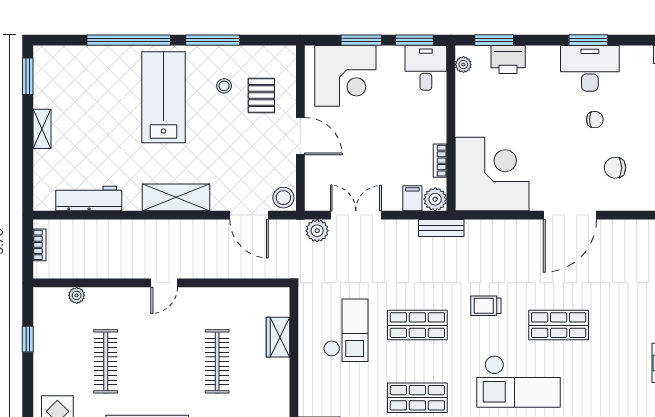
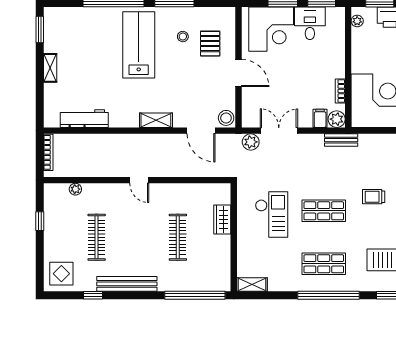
desk: (426, 68) -> (310, 23), moved
shelving: (176, 197) -> (156, 120), width x0.67, depth x0.75
bookcase: (39, 245) -> (48, 152), width x1.56
door: (164, 283) -> (139, 180), hinge flipped

